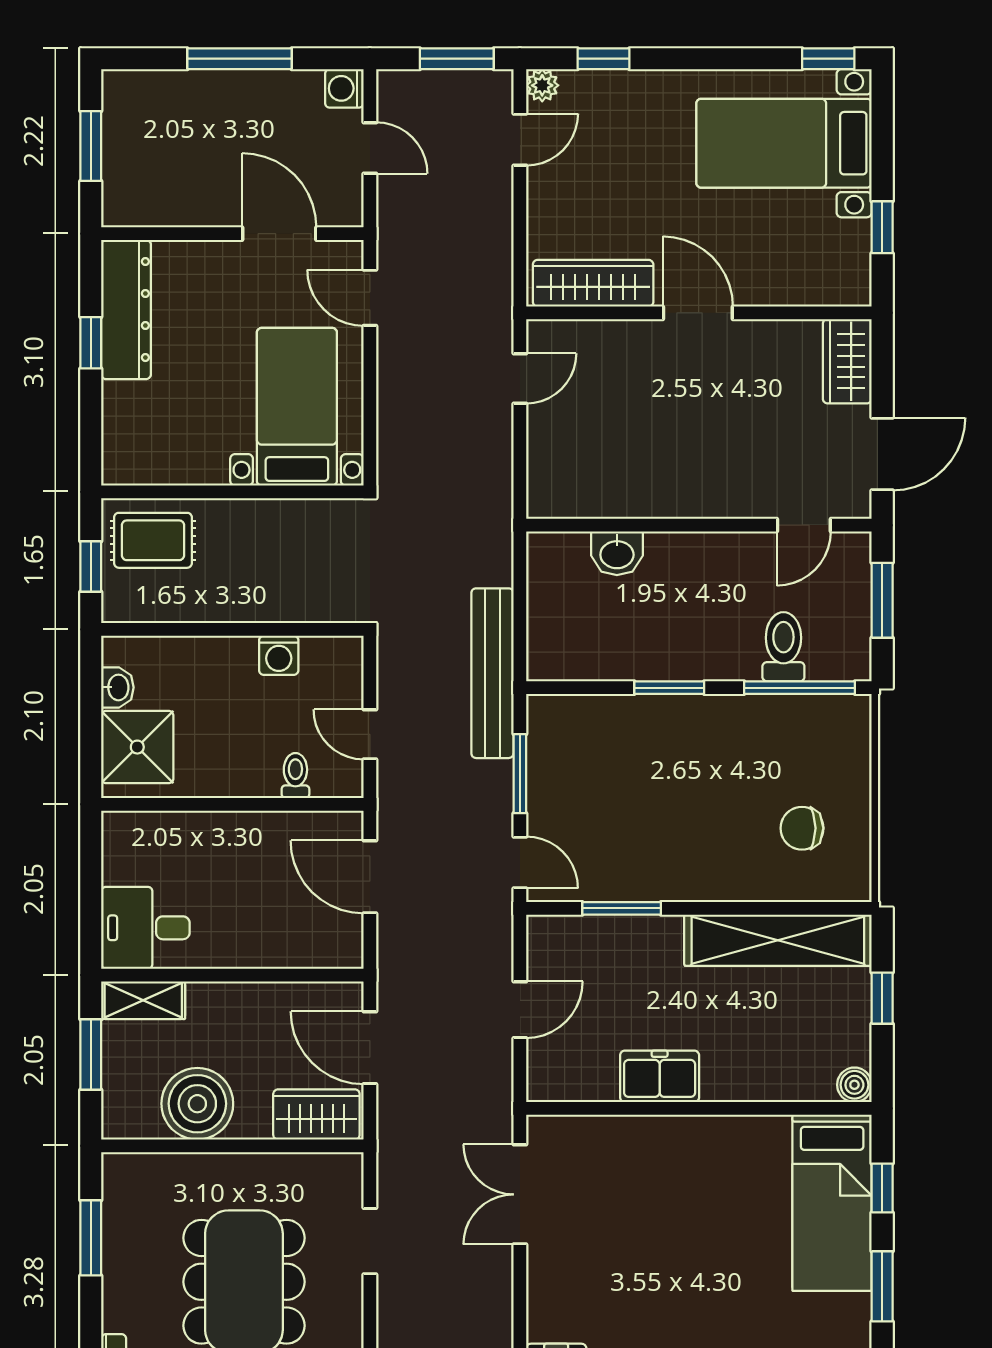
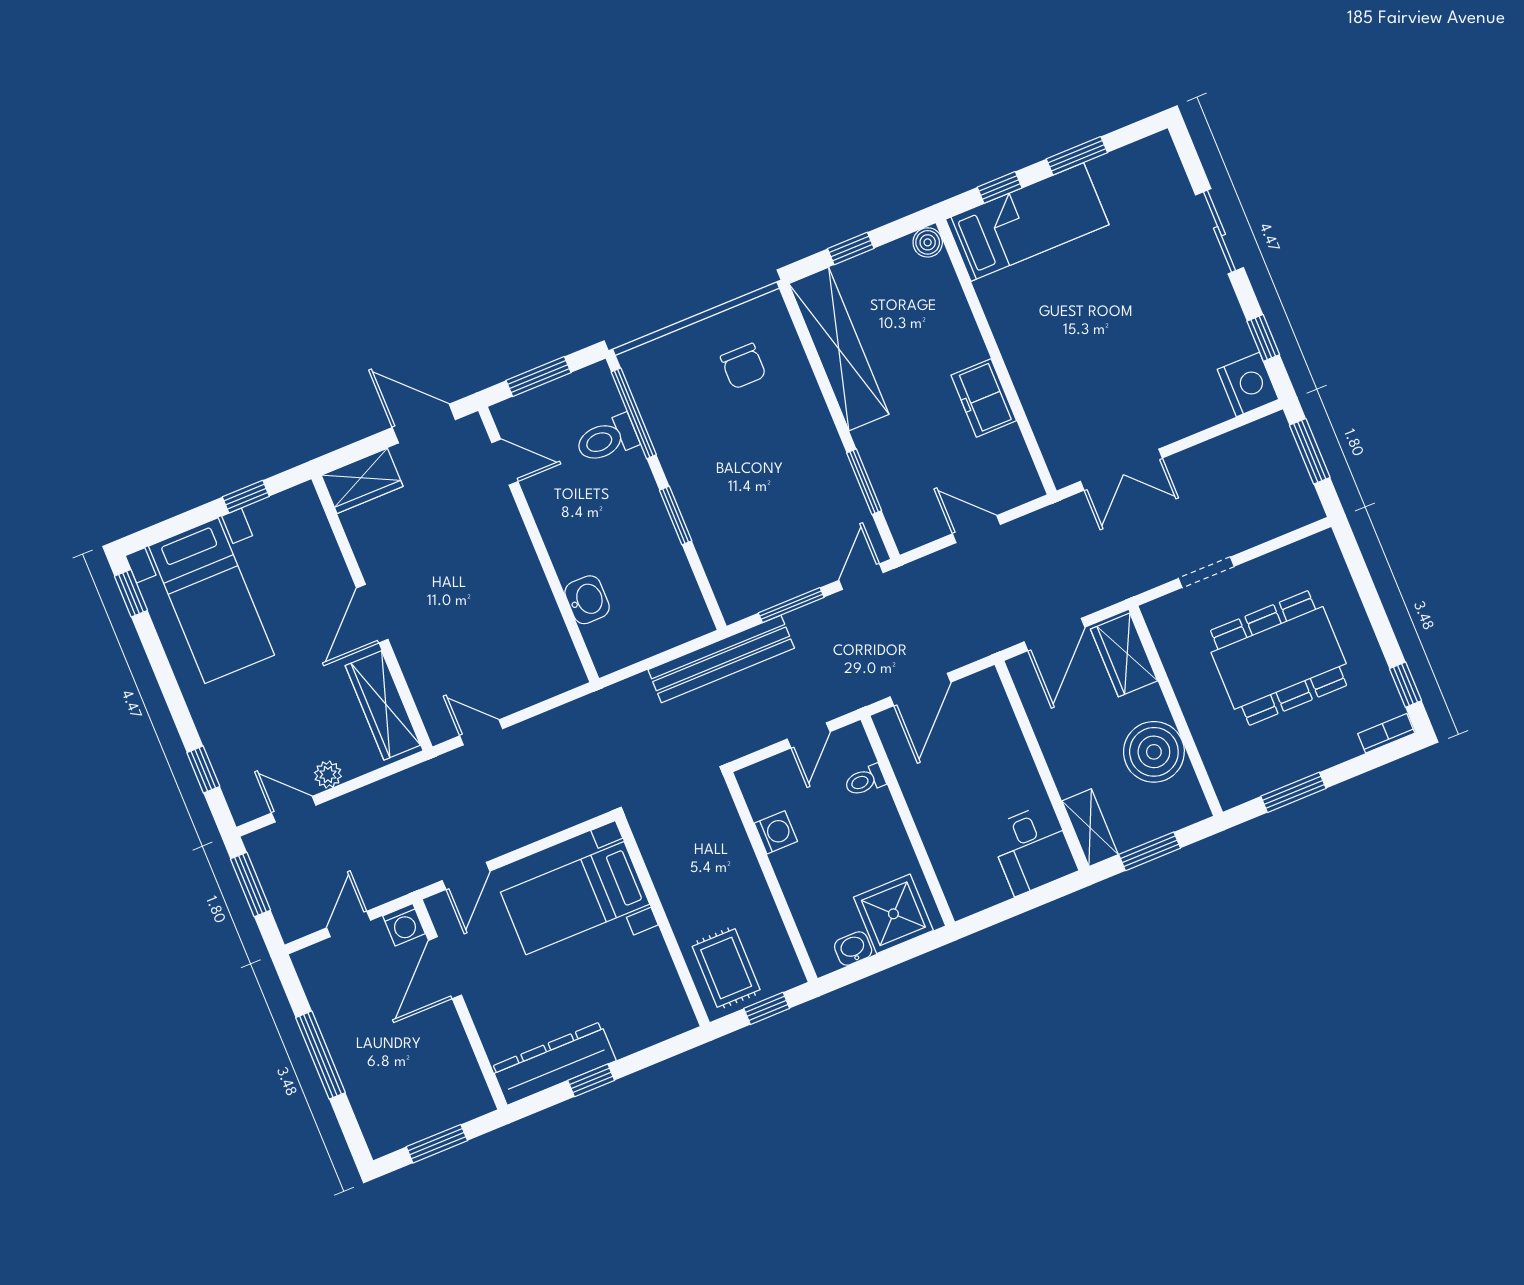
plant: (542, 85) -> (328, 774), moved
washing machine: (344, 88) -> (404, 925), moved

